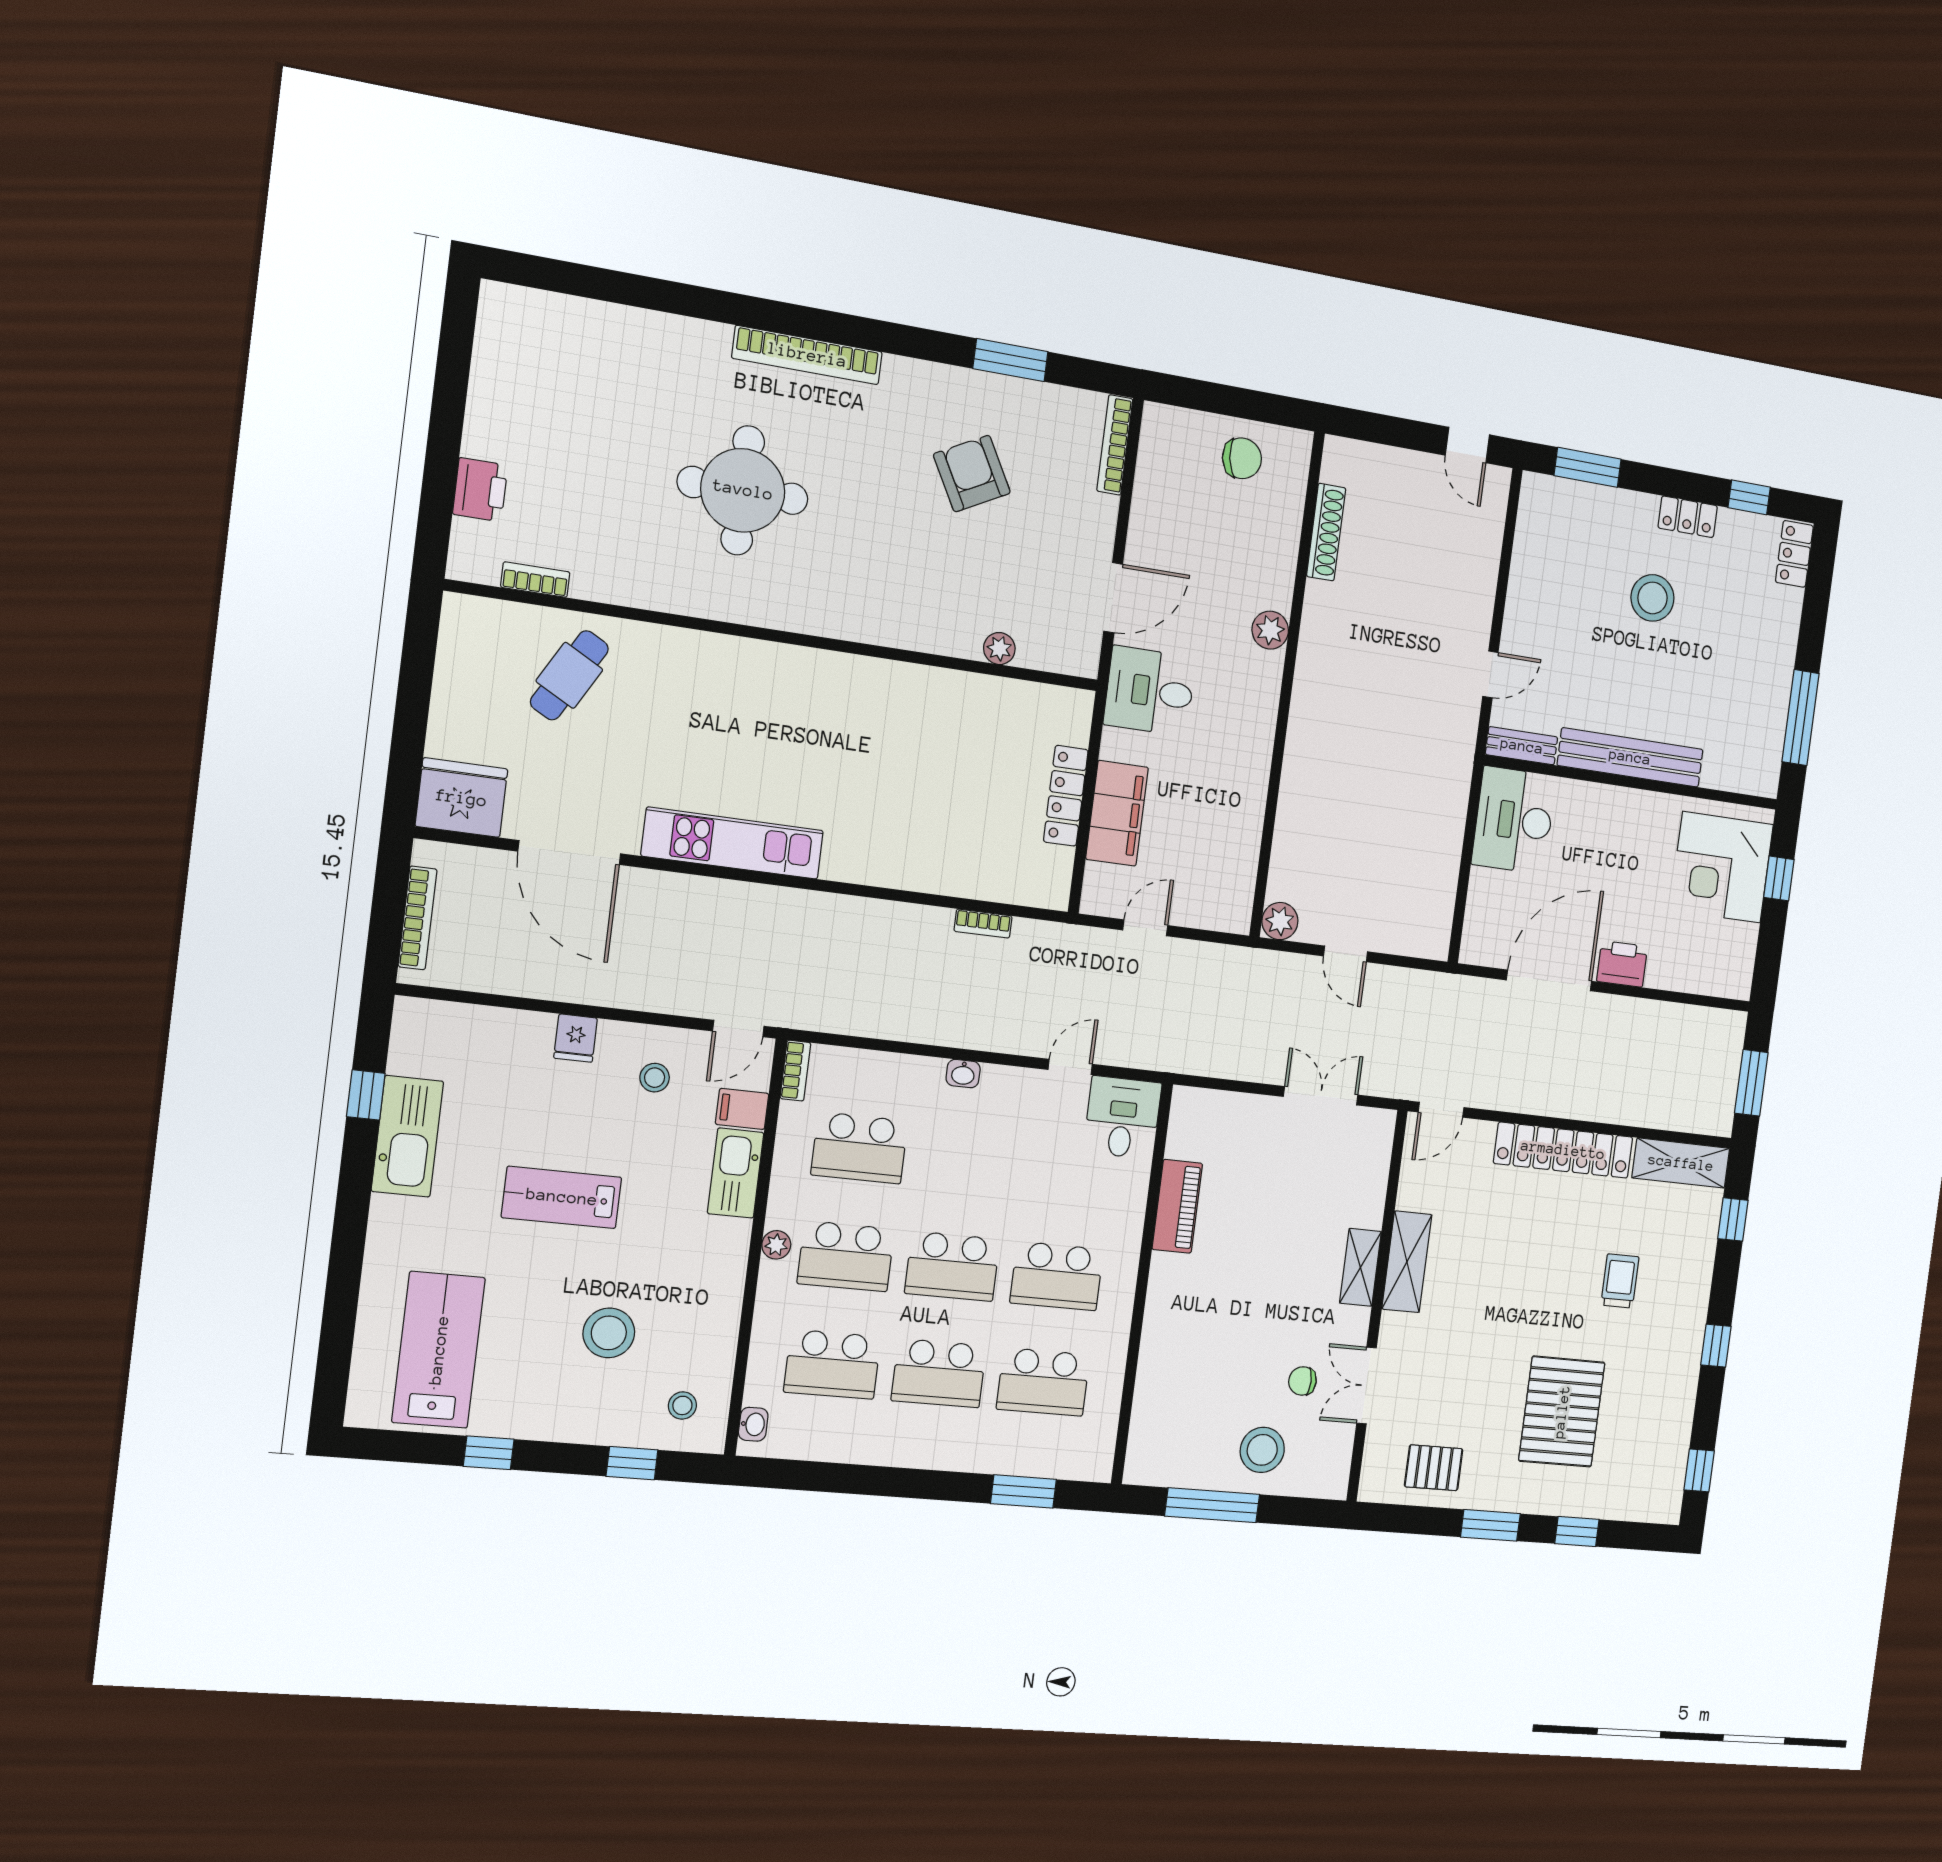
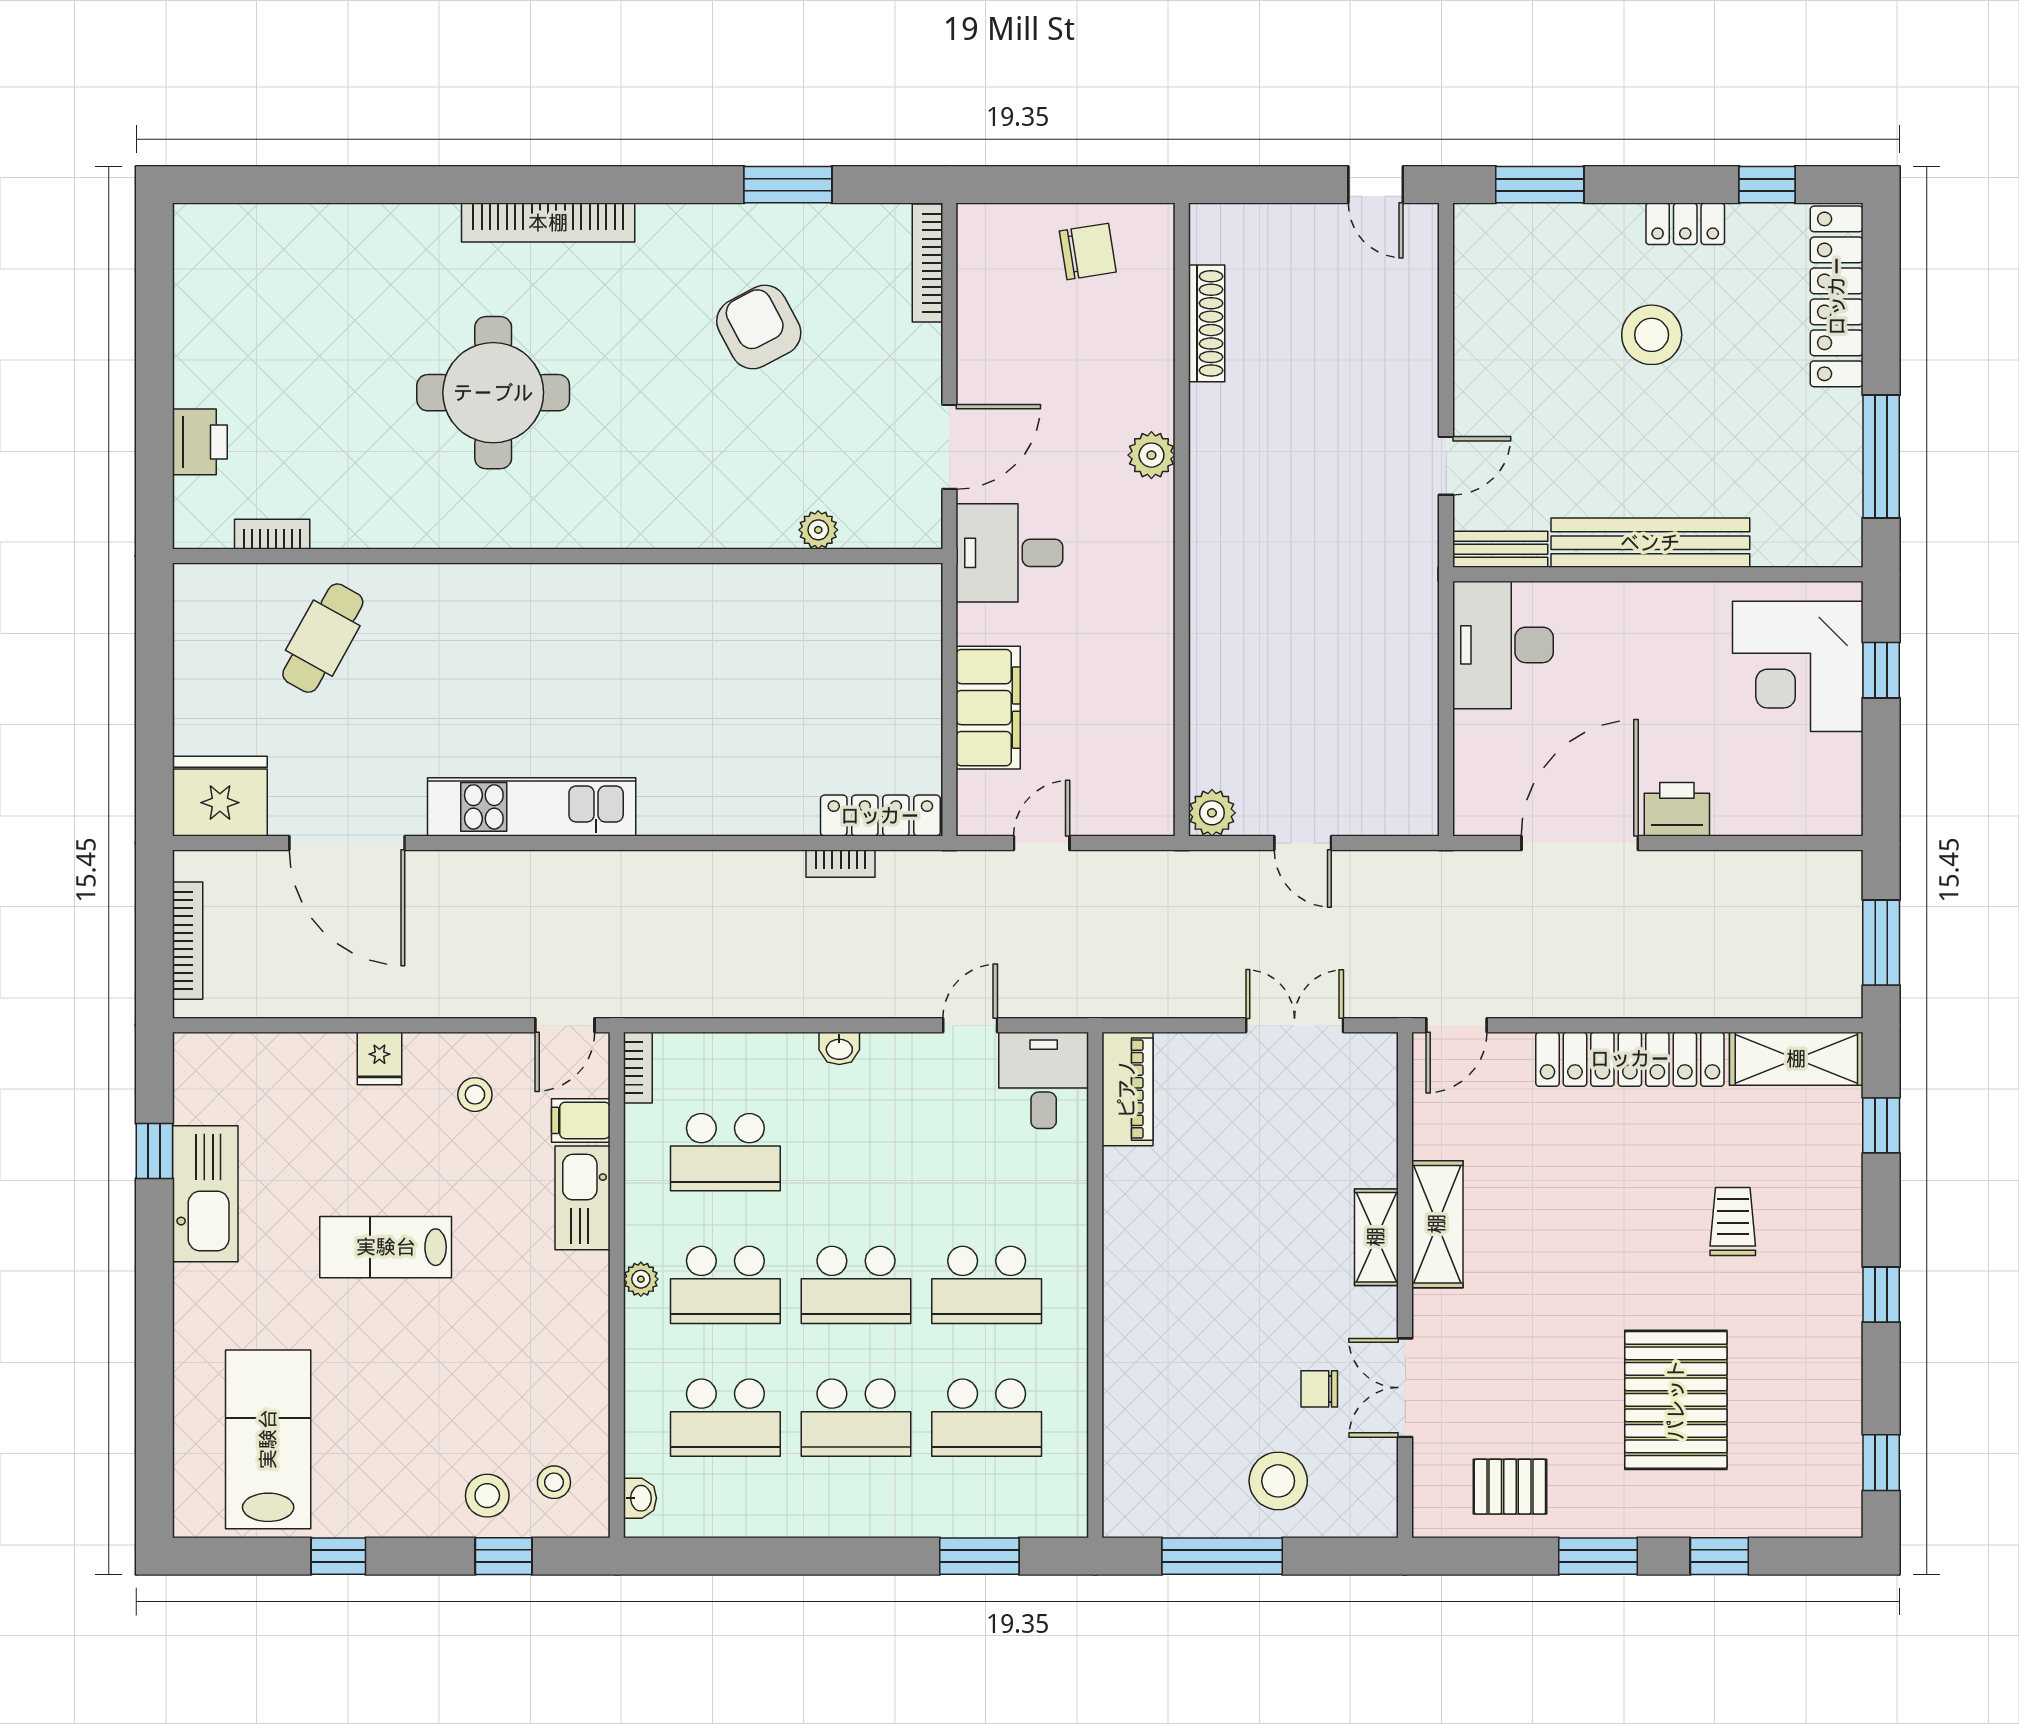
locker: (1794, 554) -> (1837, 296), width x2.16, depth x1.21
locker: (1066, 796) -> (880, 816), moved, turned 90
piano: (1177, 1206) -> (1127, 1089), moved
stool: (609, 1333) -> (487, 1496), moved, width x0.73, depth x0.73

